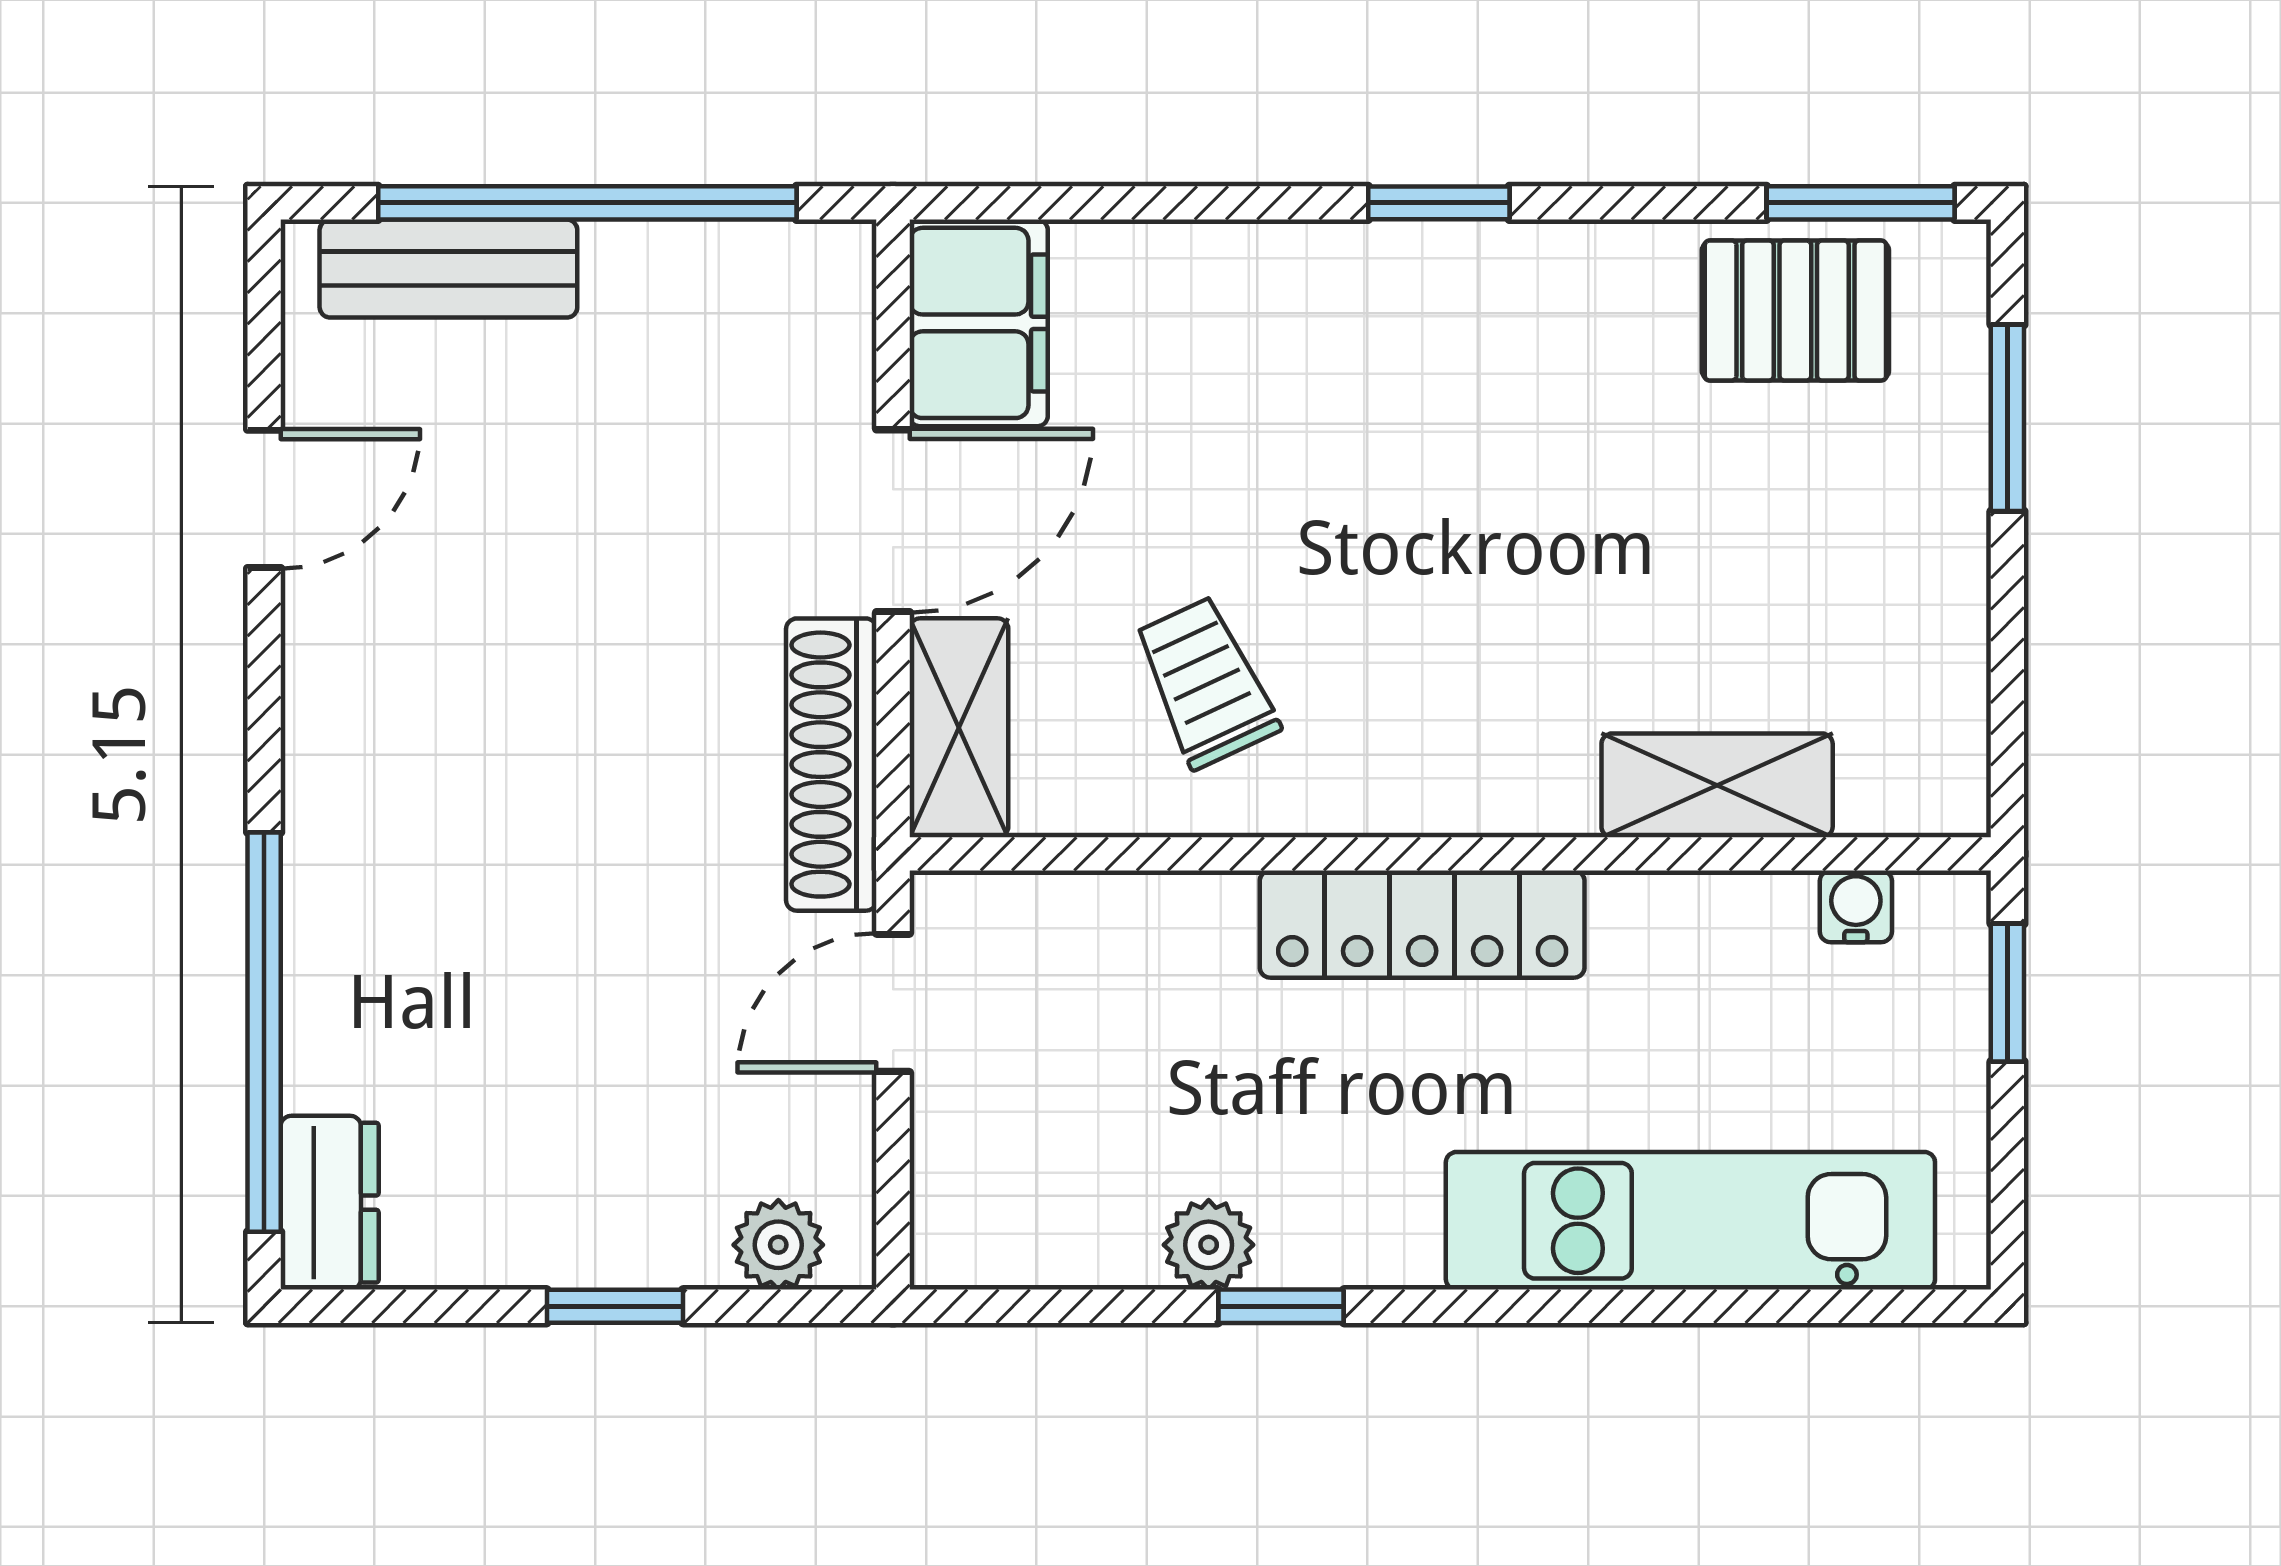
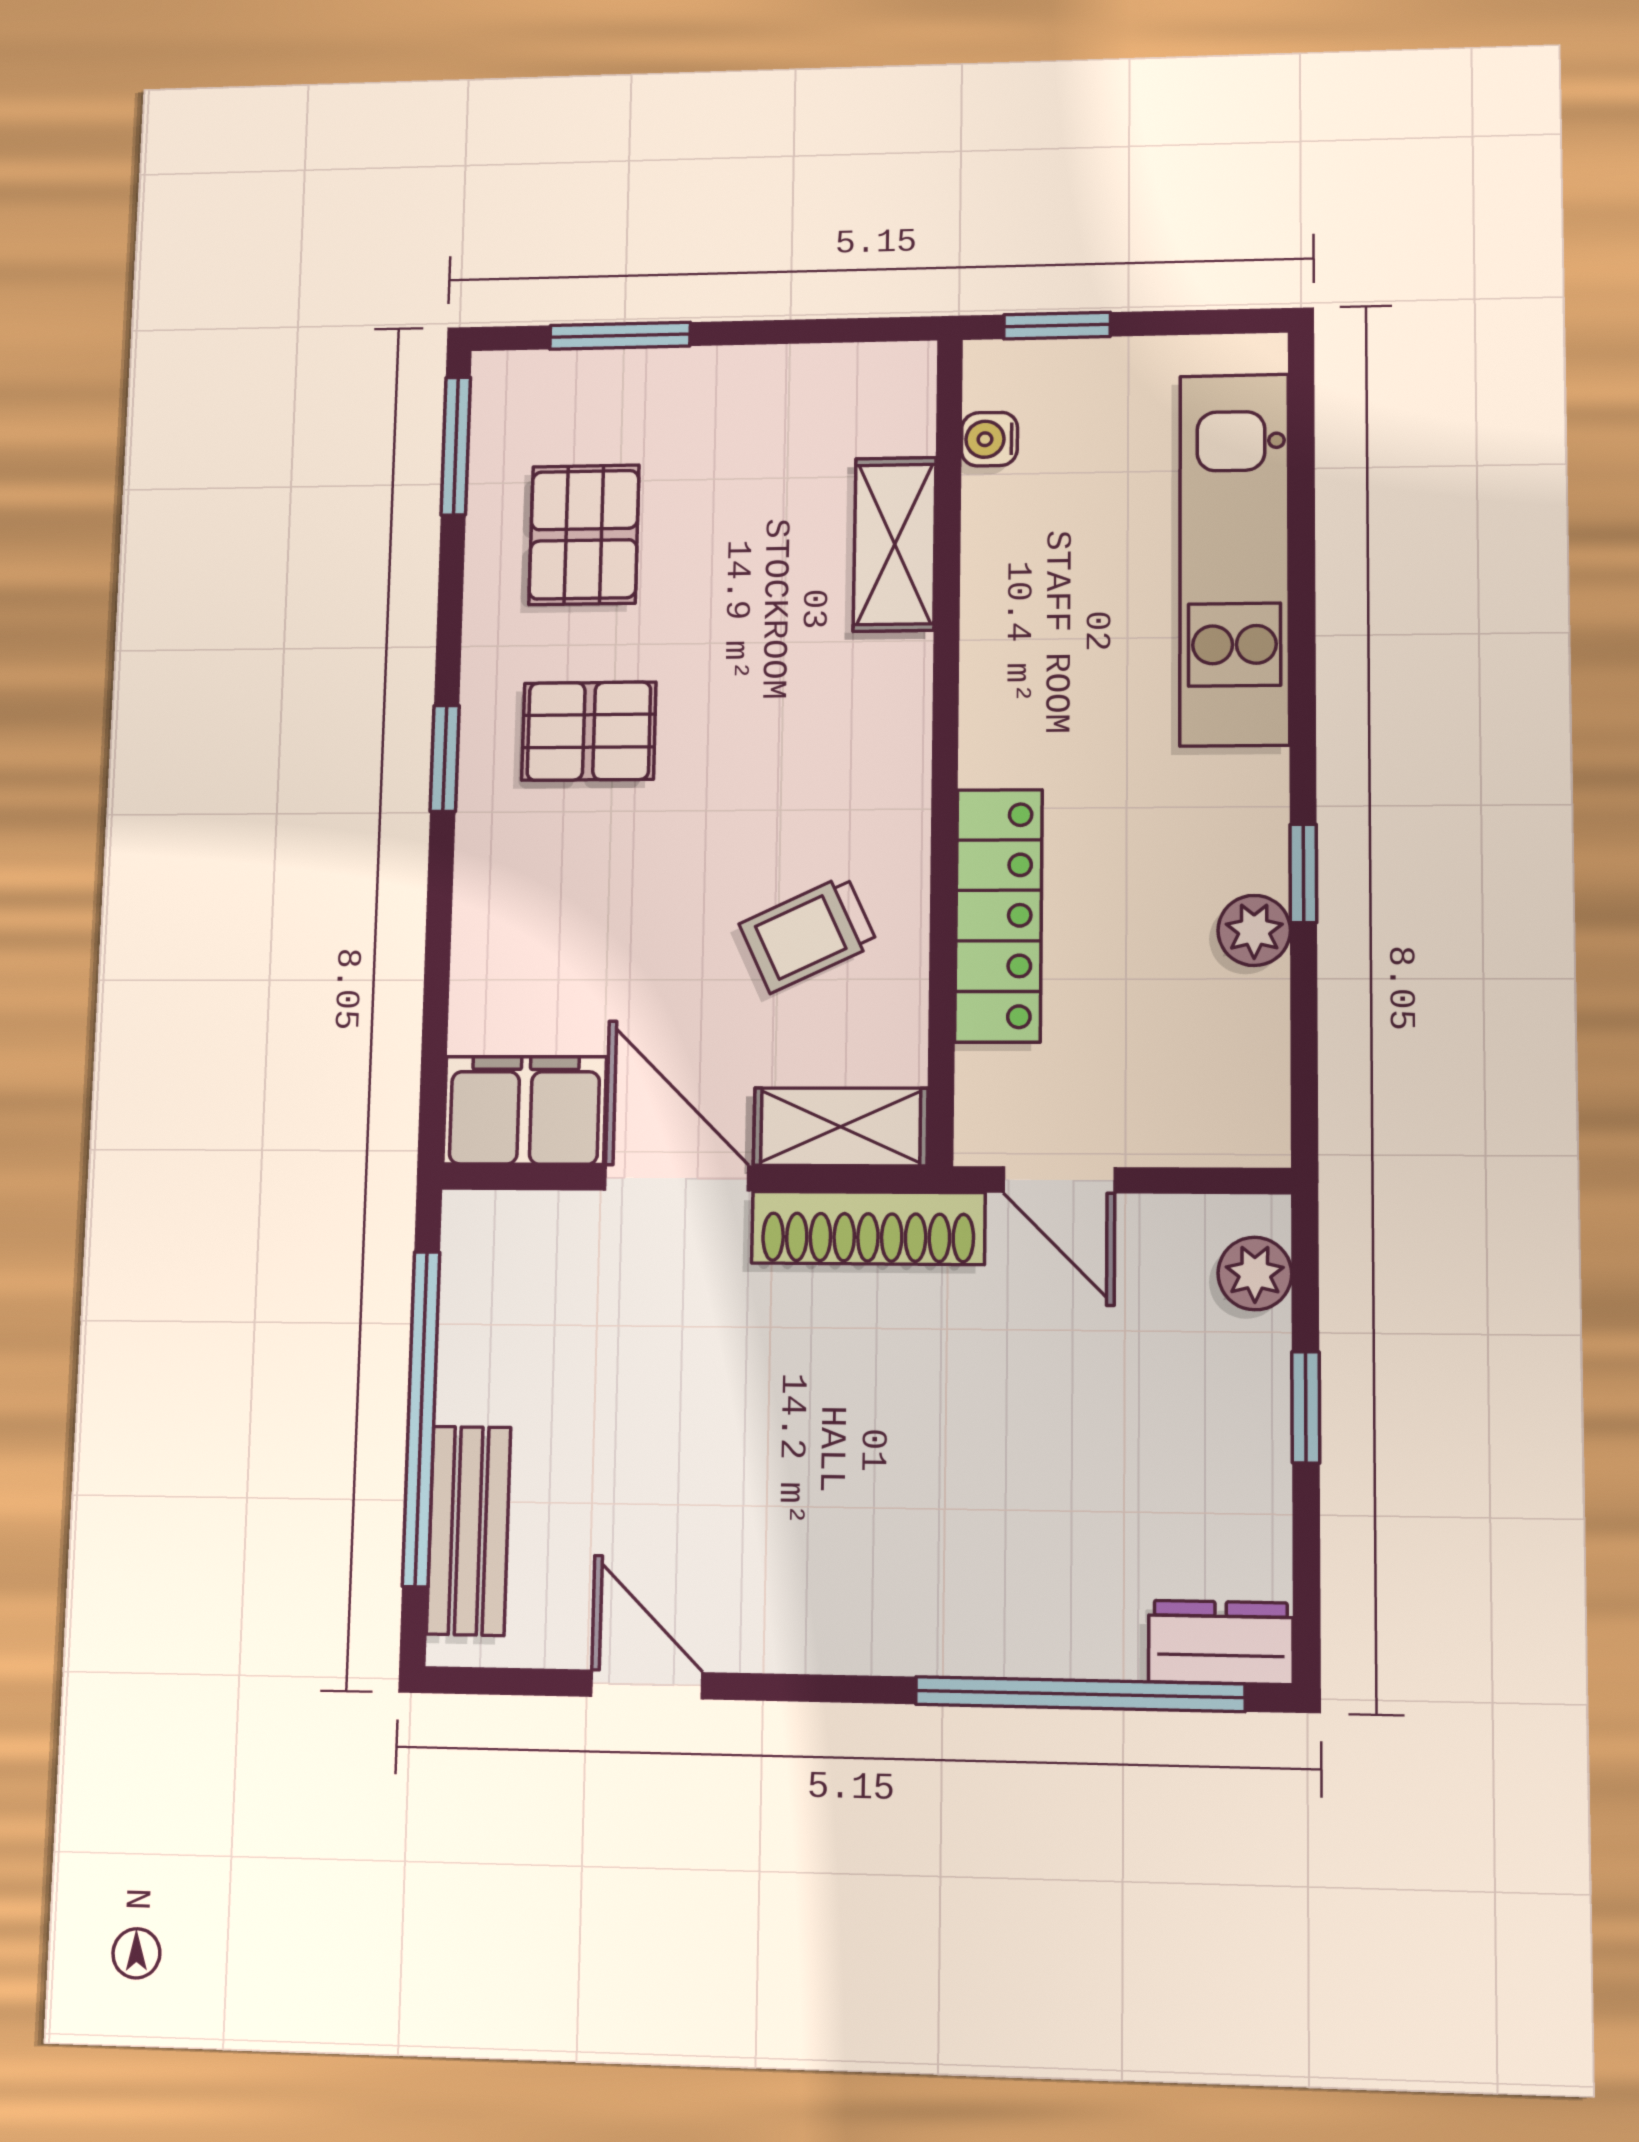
pallet: (1795, 311) -> (584, 535), moved
pallet: (1473, 392) -> (589, 731), added
locker: (1422, 924) -> (998, 915), moved

